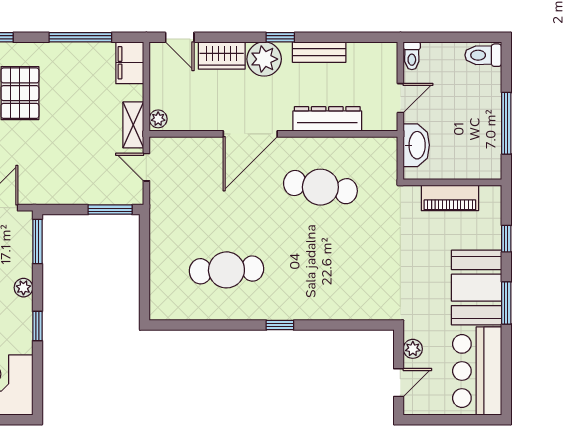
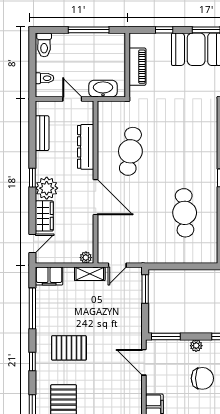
bench: (319, 52) -> (42, 133), moved
toilet: (412, 56) -> (45, 78), moved

